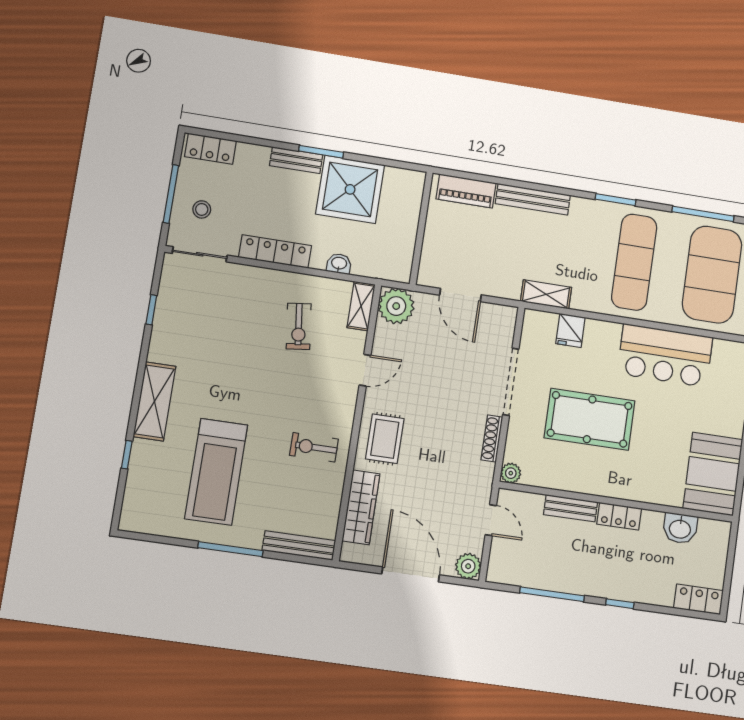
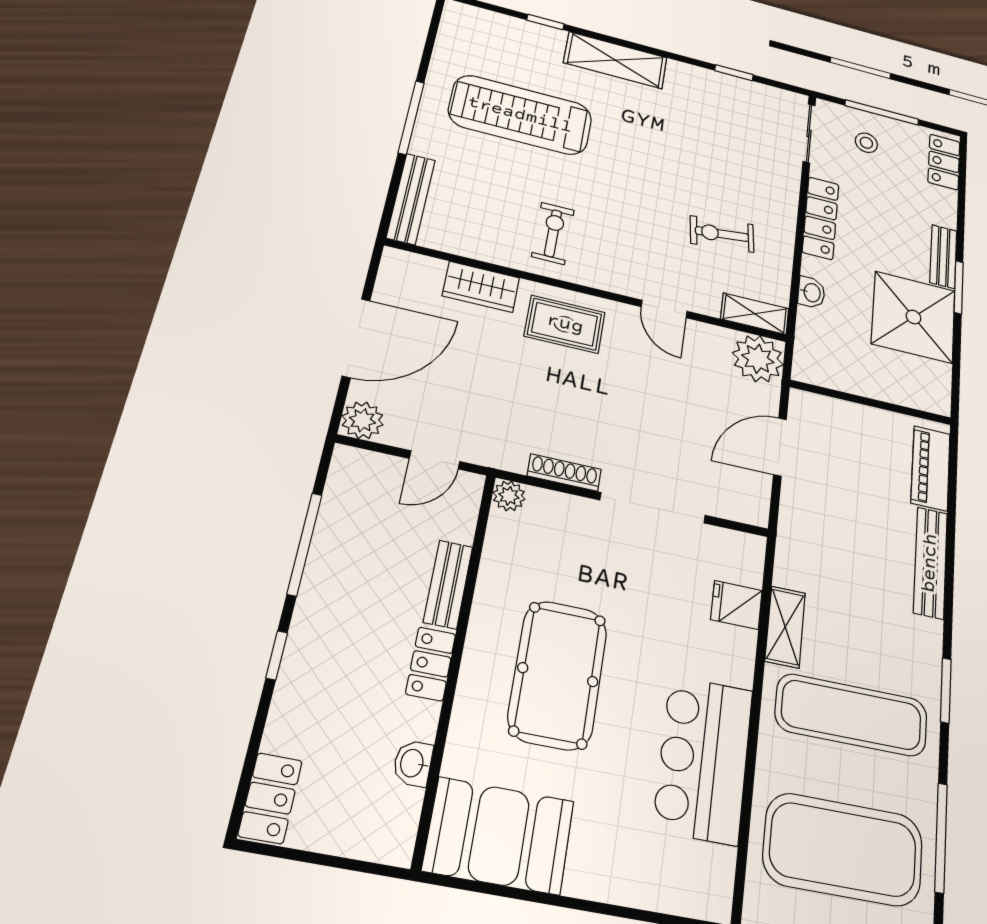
shelving: (546, 294) -> (785, 627), moved
pool table: (590, 419) -> (558, 675), moved
wardrobe: (361, 507) -> (481, 287), width x0.67
washbasin: (680, 528) -> (413, 763), width x0.72, depth x0.69

